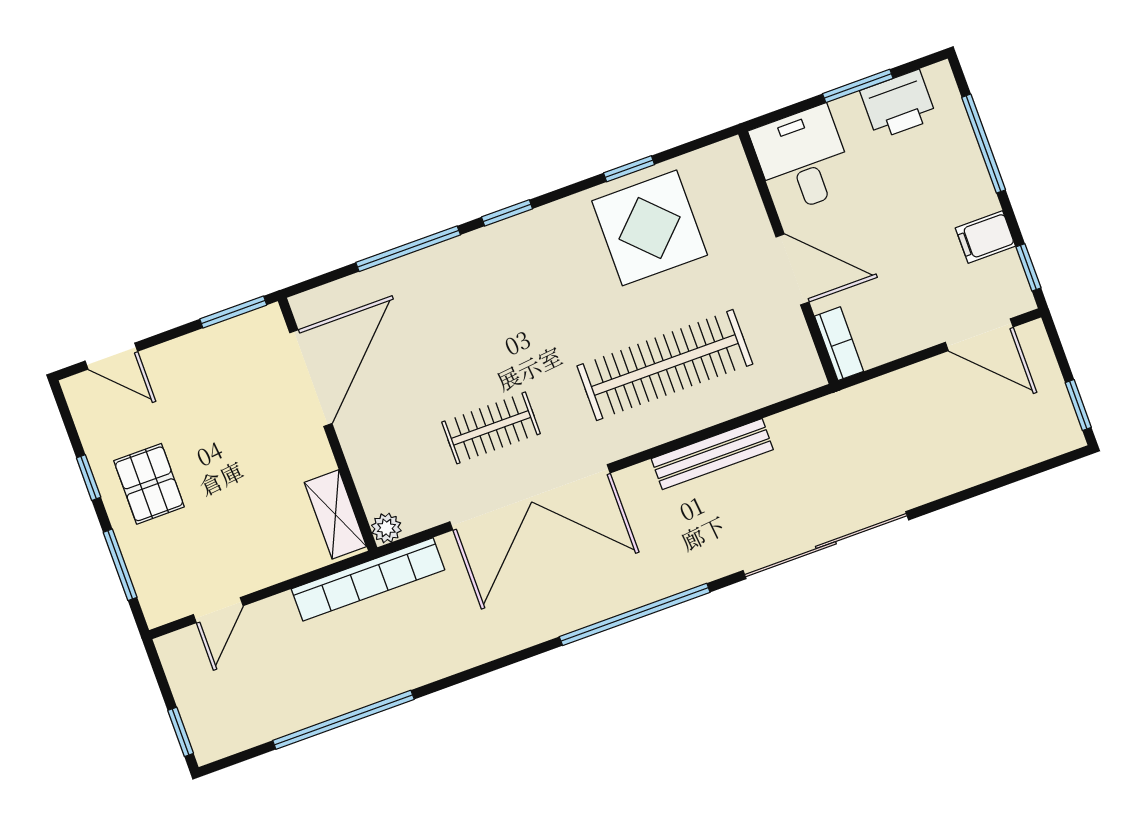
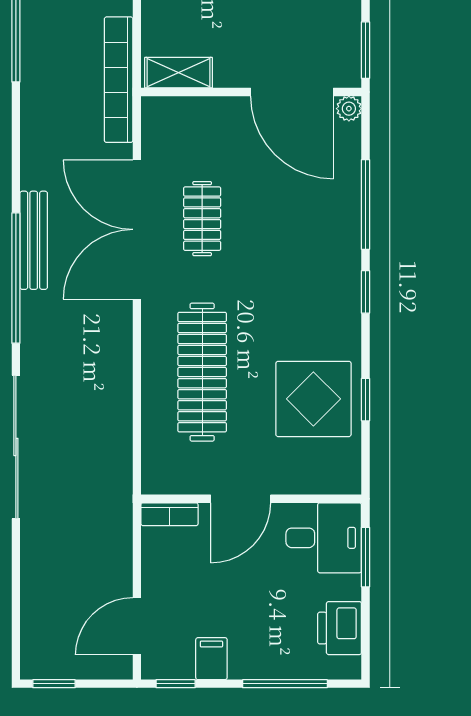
window: (858, 86) -> (366, 557), moved
bench: (712, 454) -> (34, 240), moved
plant: (386, 528) -> (349, 109), moved

